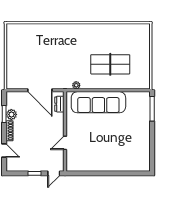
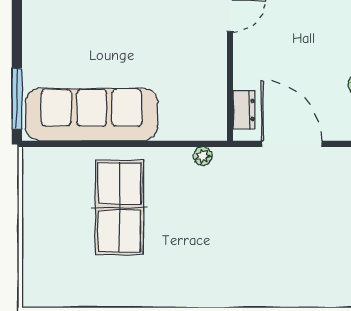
table tennis table: (110, 64) -> (119, 207), turned 90
sofa: (98, 102) -> (92, 115), moved

